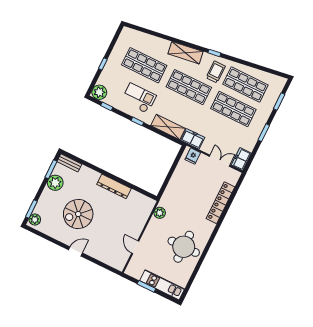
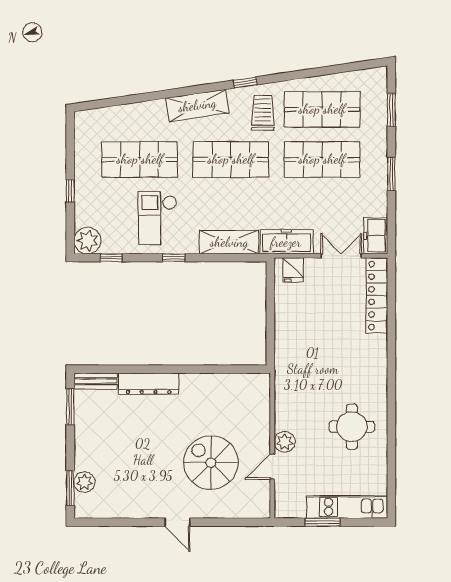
checkout: (139, 98) -> (157, 218), turned -90
freezer: (193, 139) -> (286, 242), width x1.40
plant: (55, 183) -> (88, 425), removed
dresser: (114, 186) -> (149, 384), moved
locker: (221, 203) -> (377, 296), moved
plant: (160, 213) -> (285, 442), moved
spiral stairs: (78, 214) -> (211, 463), moved, turned 90
plant: (35, 220) -> (84, 482), moved
door: (135, 247) -> (272, 467), hinge flipped
round table: (184, 247) -> (352, 427), width x0.73, depth x0.73
door: (76, 251) -> (177, 522), swing flipped

